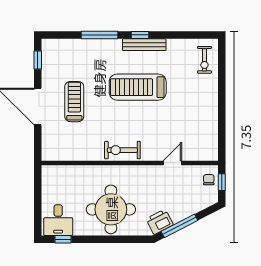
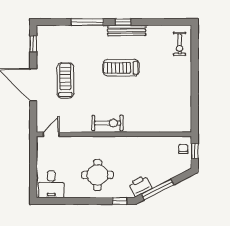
treadmill: (138, 87) -> (121, 68), width x0.73, depth x0.73
exercise bike: (122, 150) -> (108, 123), turned 180
door: (172, 163) -> (51, 134), moved
round table: (111, 209) -> (97, 175), width x0.73, depth x0.73
window: (63, 239) -> (120, 201), moved

